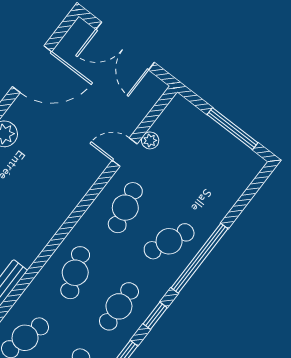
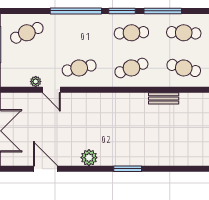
door: (32, 69) -> (45, 169), width x0.73
cafe table: (169, 241) -> (27, 33), moved, turned -48
window: (155, 316) -> (122, 11), width x1.50

